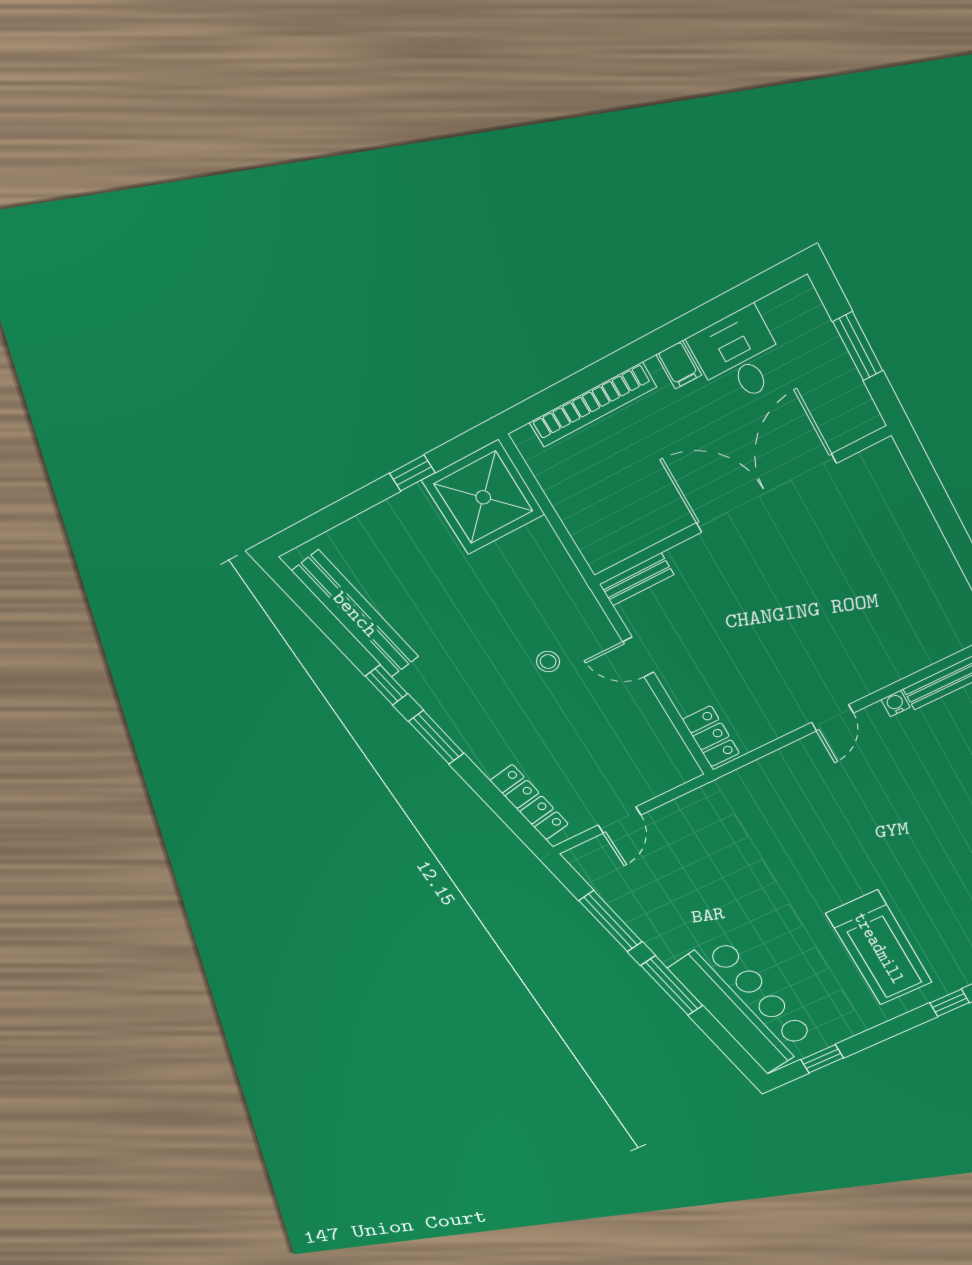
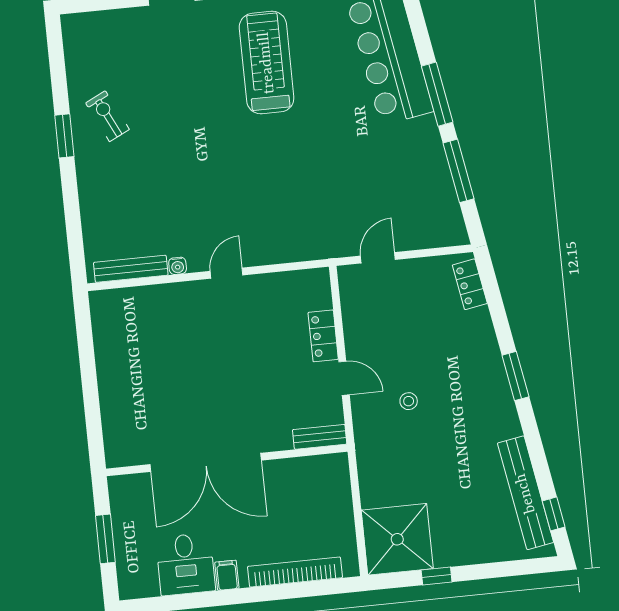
window: (386, 685) -> (554, 514), moved
locker: (711, 736) -> (323, 336), moved
locker: (529, 802) -> (470, 284), width x0.66
door: (619, 820) -> (378, 258), moved

